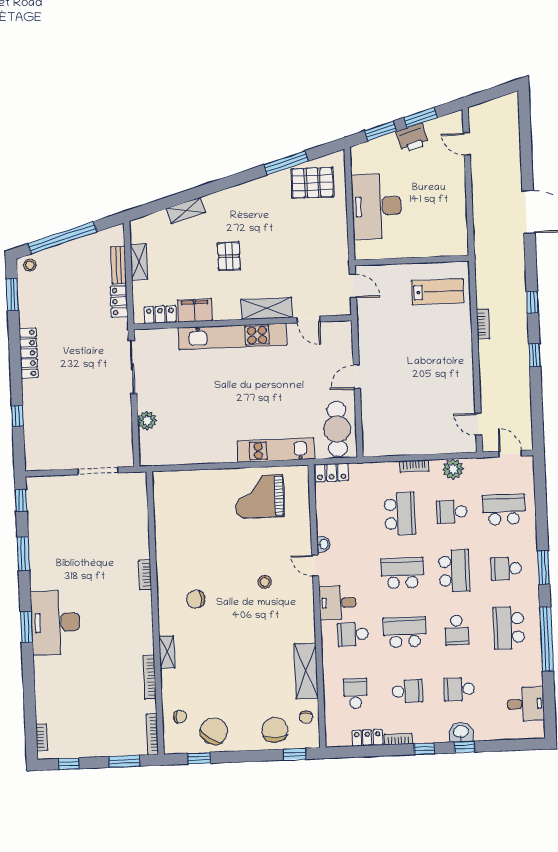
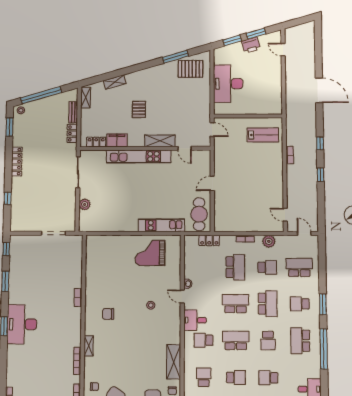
shelving: (139, 262) -> (86, 98), moved
locker: (332, 473) -> (209, 240), moved
school desk: (452, 512) -> (267, 267), turned 180

